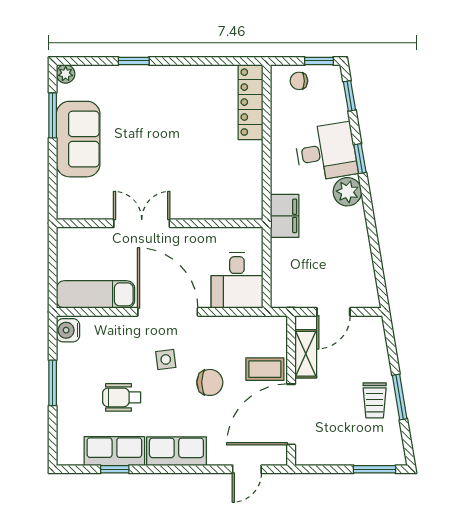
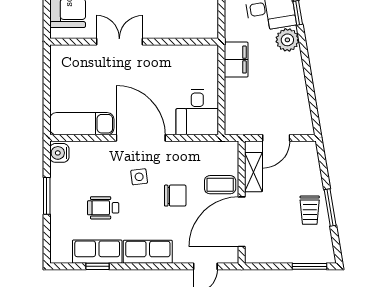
double door: (142, 223) -> (119, 42), moved
wall: (160, 223) -> (134, 42), moved

